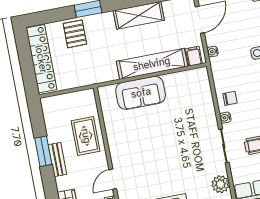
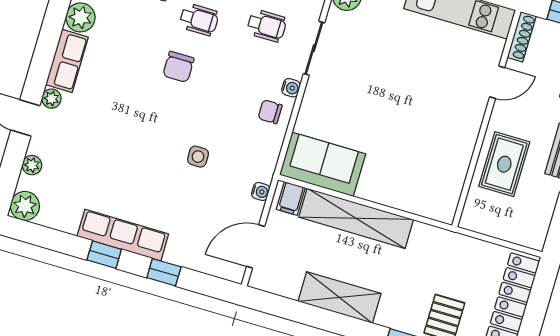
sofa: (141, 93) -> (323, 164), moved

